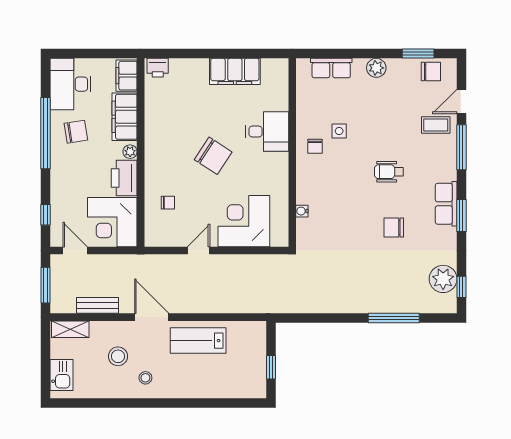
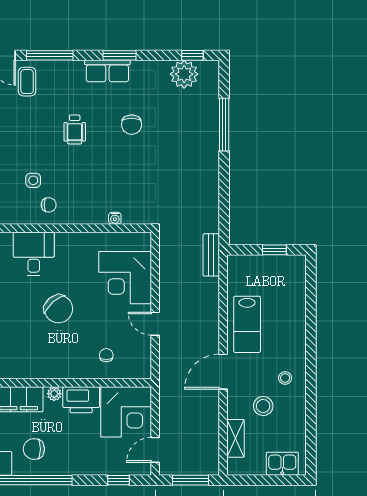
chair: (76, 132) -> (34, 449), turned -81
chair: (213, 156) -> (58, 309), turned 106
bench: (98, 305) -> (211, 255), moved
shelving: (70, 329) -> (235, 438), moved

